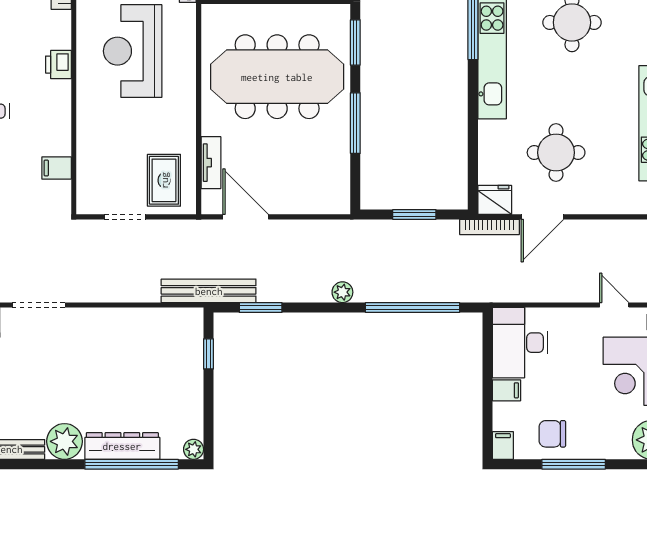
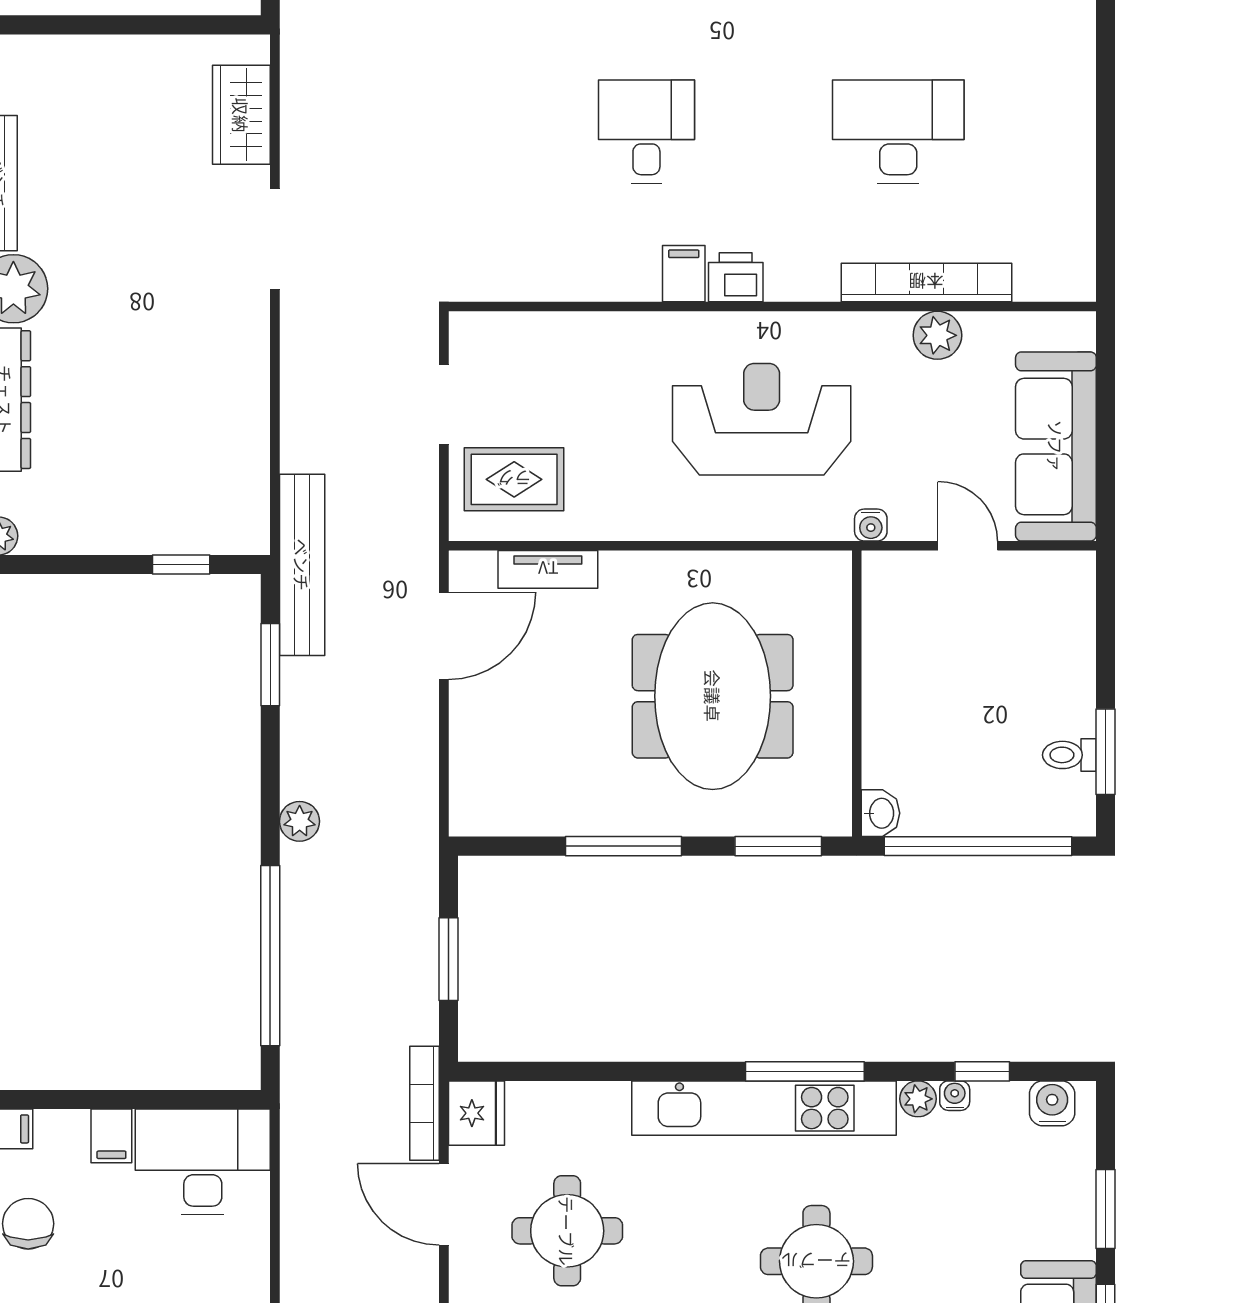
meeting table: (277, 77) -> (713, 696), width x0.73
filing cabinet: (57, 168) -> (684, 274), moved

